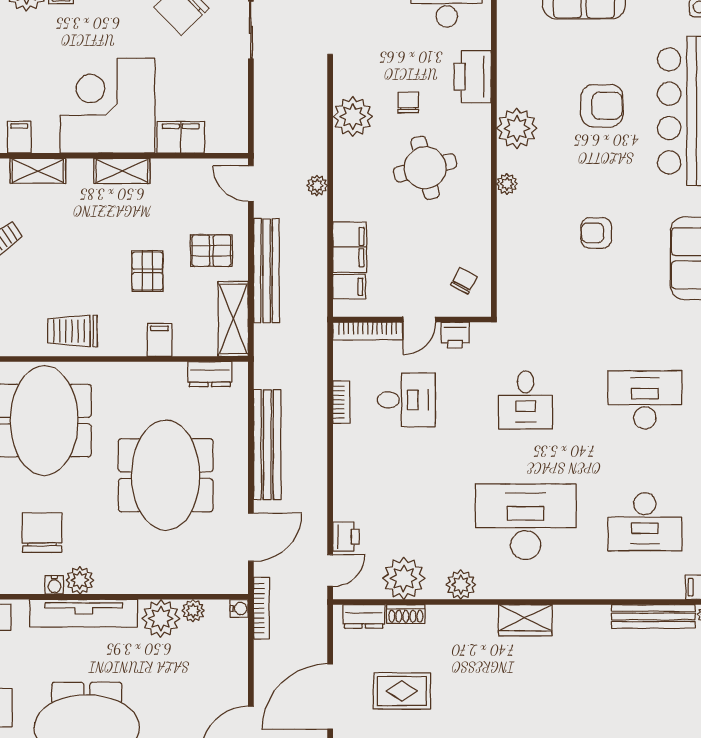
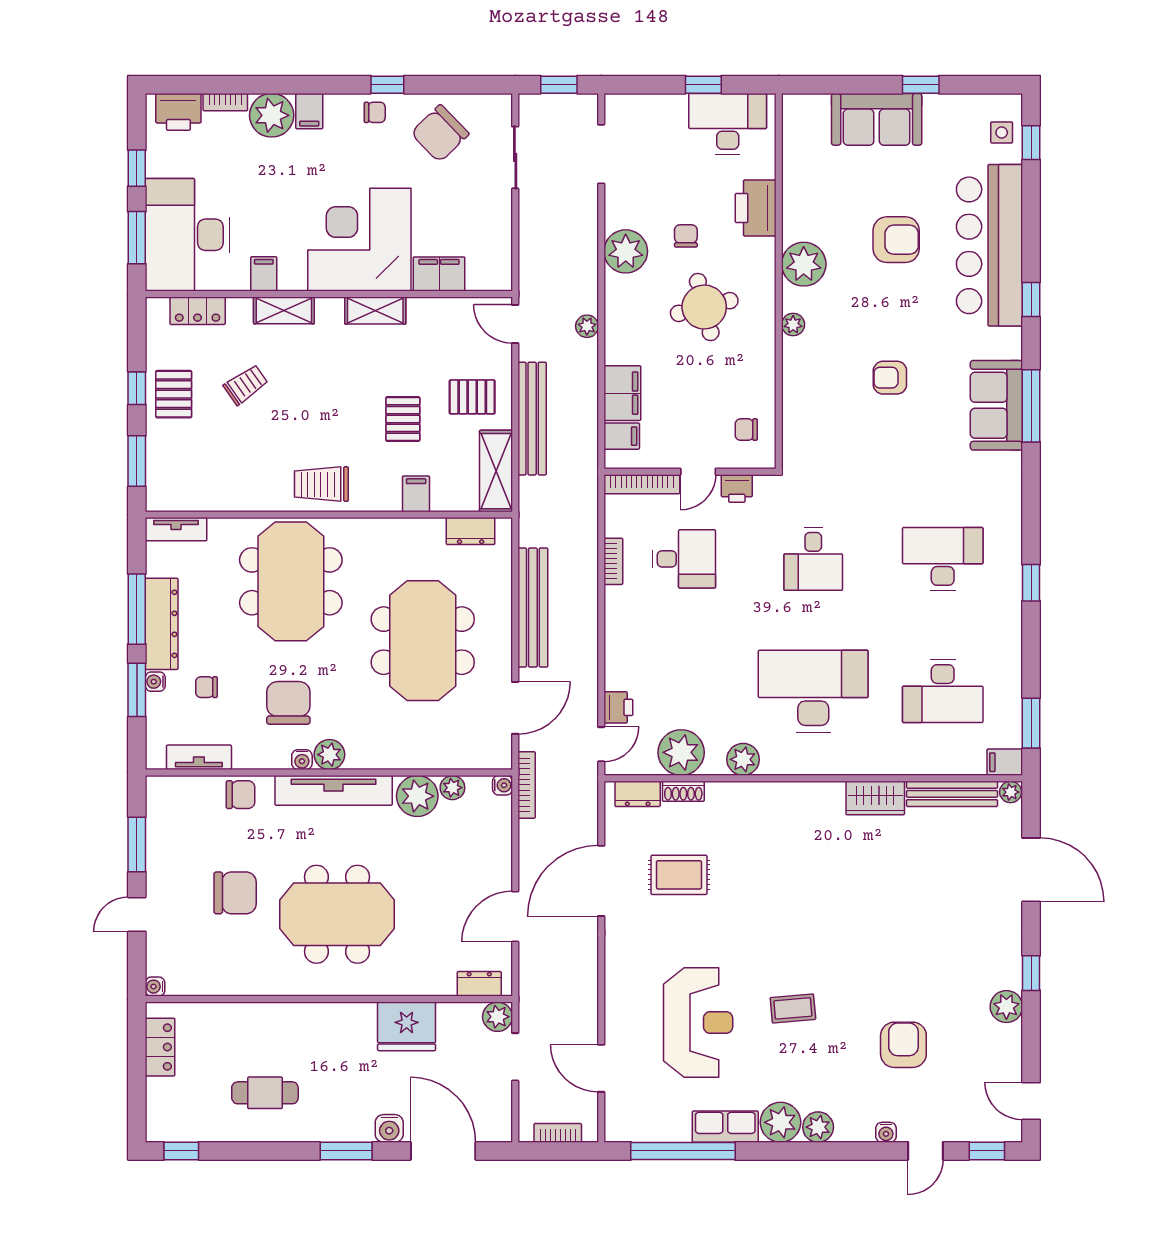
chair: (464, 281) -> (746, 430), turned -118
wardrobe: (525, 620) -> (875, 798), moved

